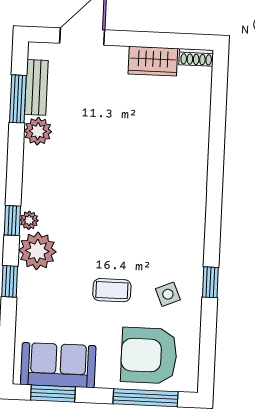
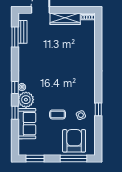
wardrobe: (153, 61) -> (65, 19), width x1.50
plant: (38, 131) -> (24, 50), removed
armchair: (149, 355) -> (74, 141), turned 90
sofa: (58, 365) -> (27, 124), moved, turned 90

